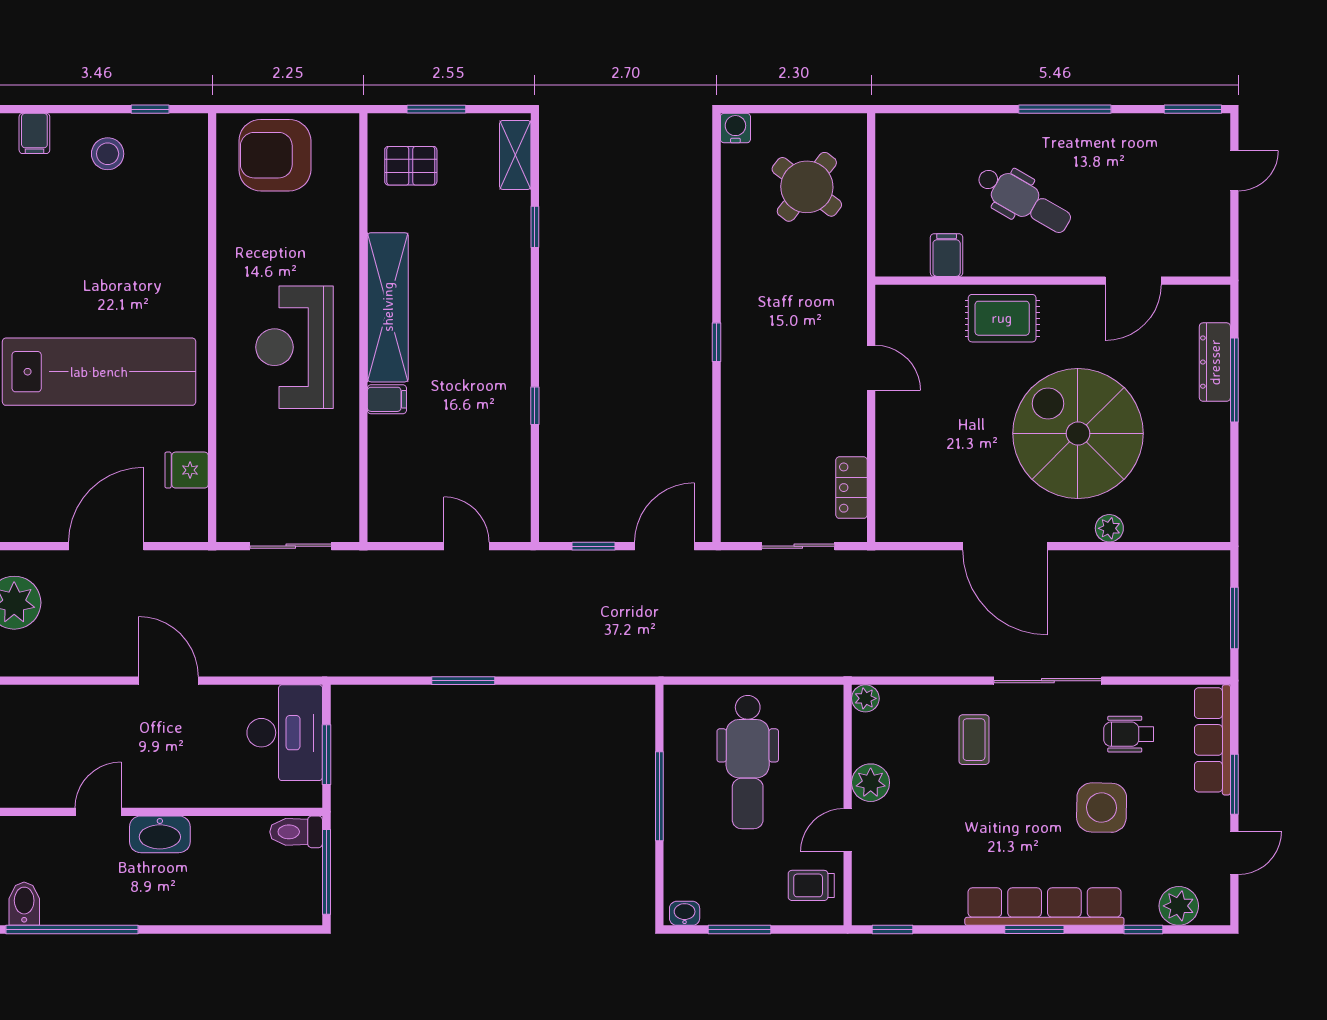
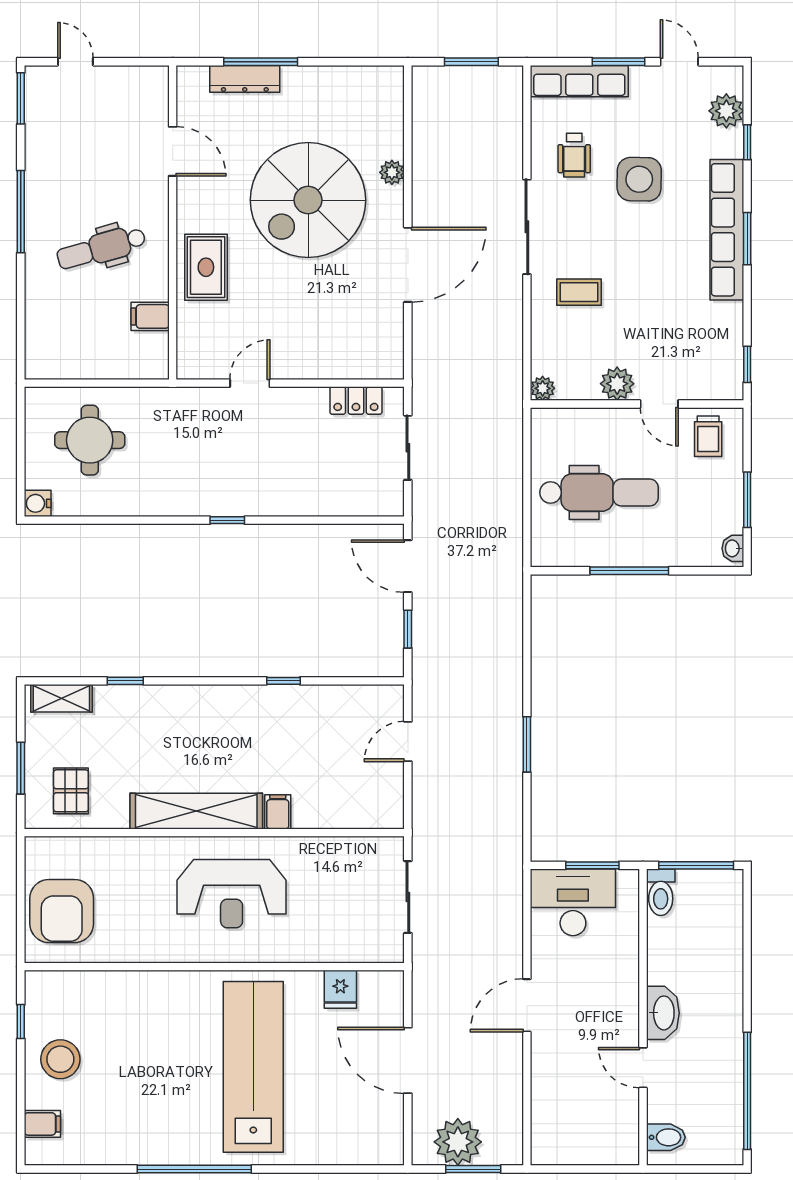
stool: (108, 154) -> (60, 1059), width x1.38, depth x1.38
round table: (807, 187) -> (90, 440), turned -38
dental chair: (1024, 200) -> (101, 248), turned -136
bidet: (24, 904) -> (666, 1137), moved, turned 180

